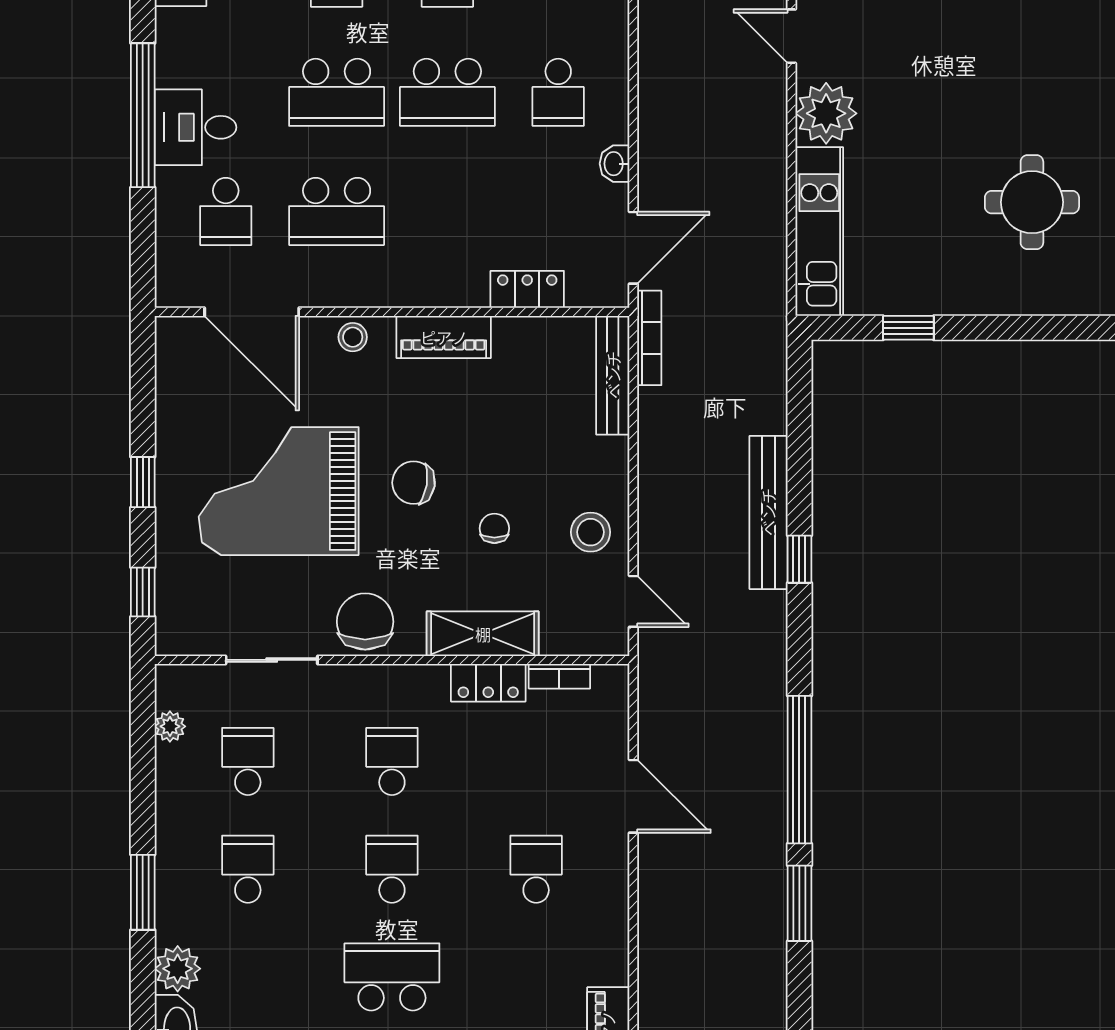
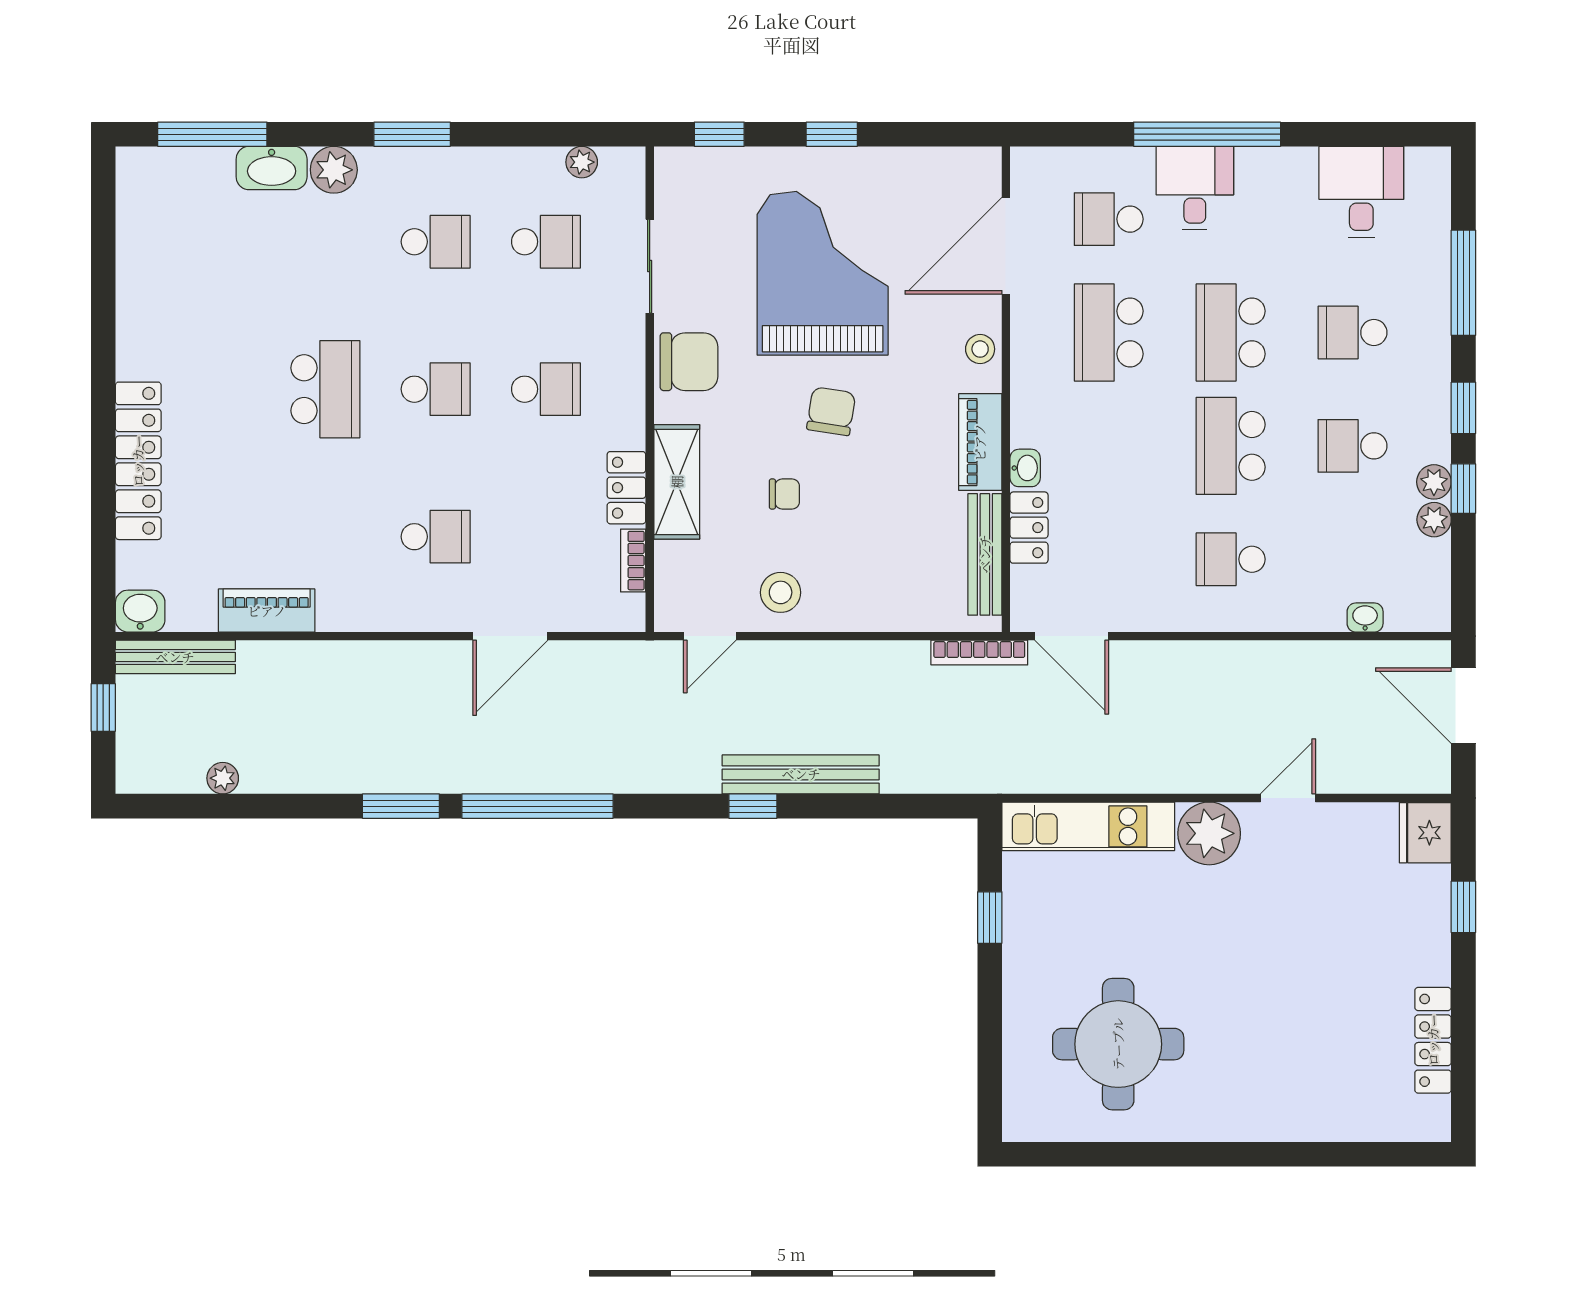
washbasin: (614, 164) -> (1025, 468), moved, turned 90
round table: (1032, 202) -> (1118, 1044), width x1.36, depth x1.36
bench: (613, 375) -> (985, 554), moved, turned 90

